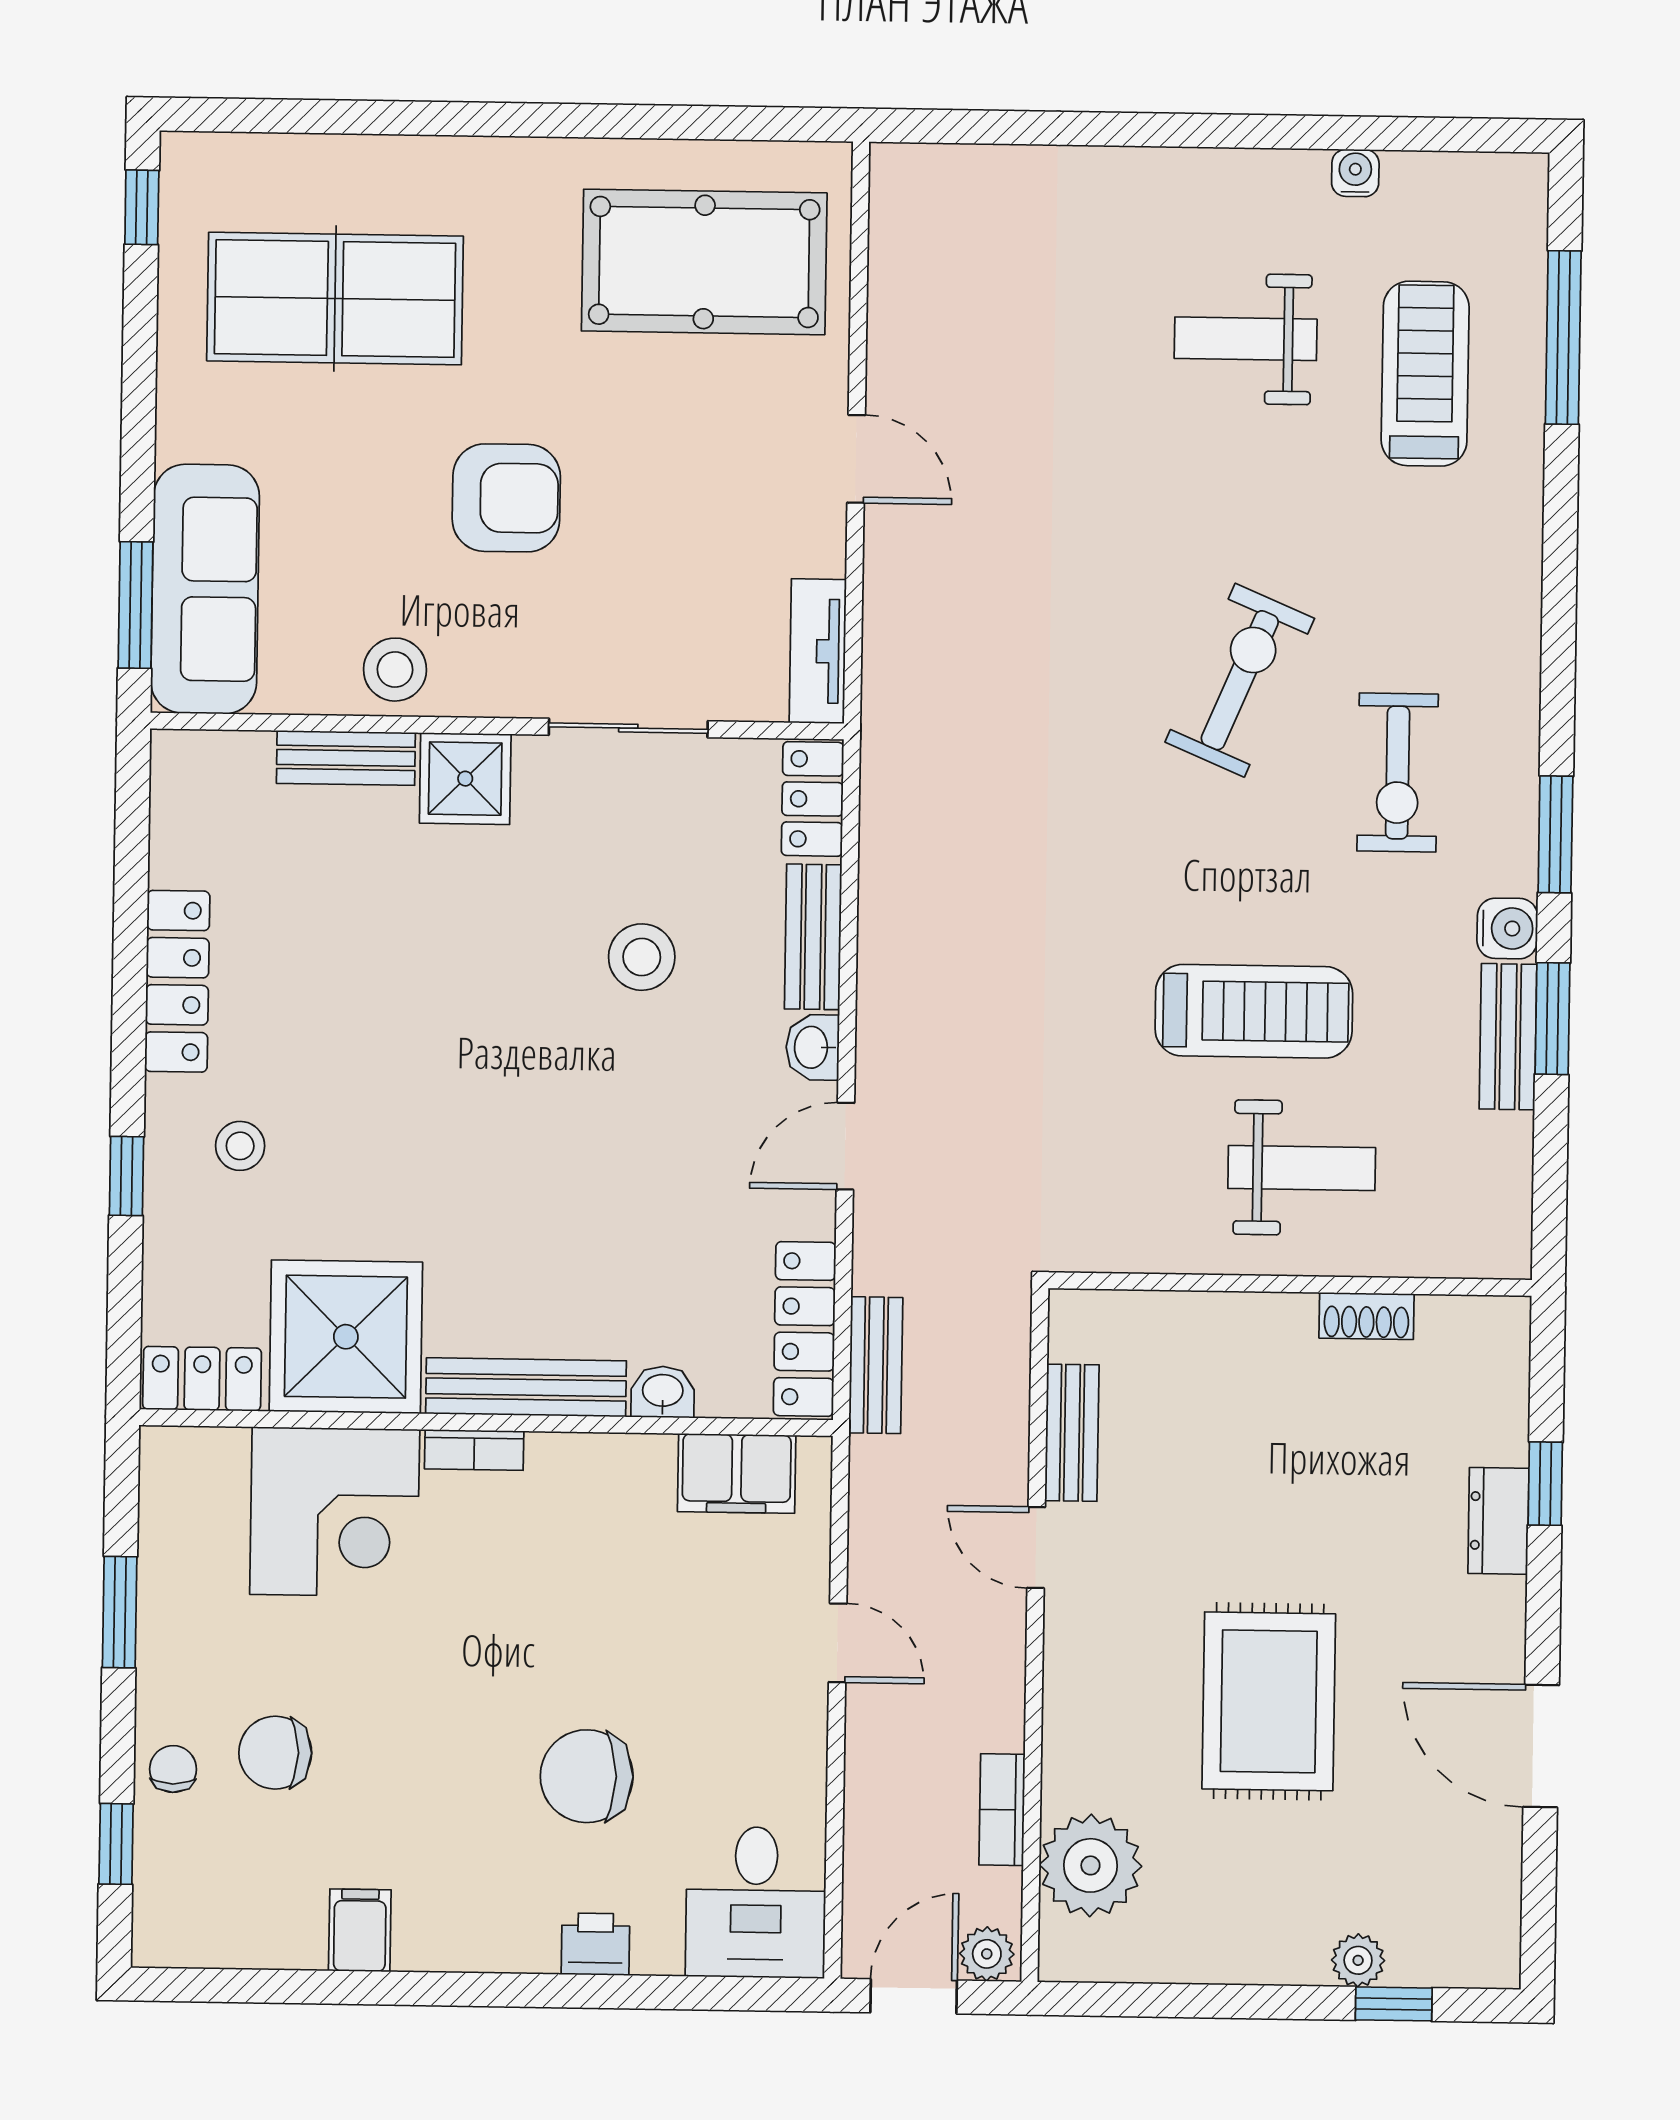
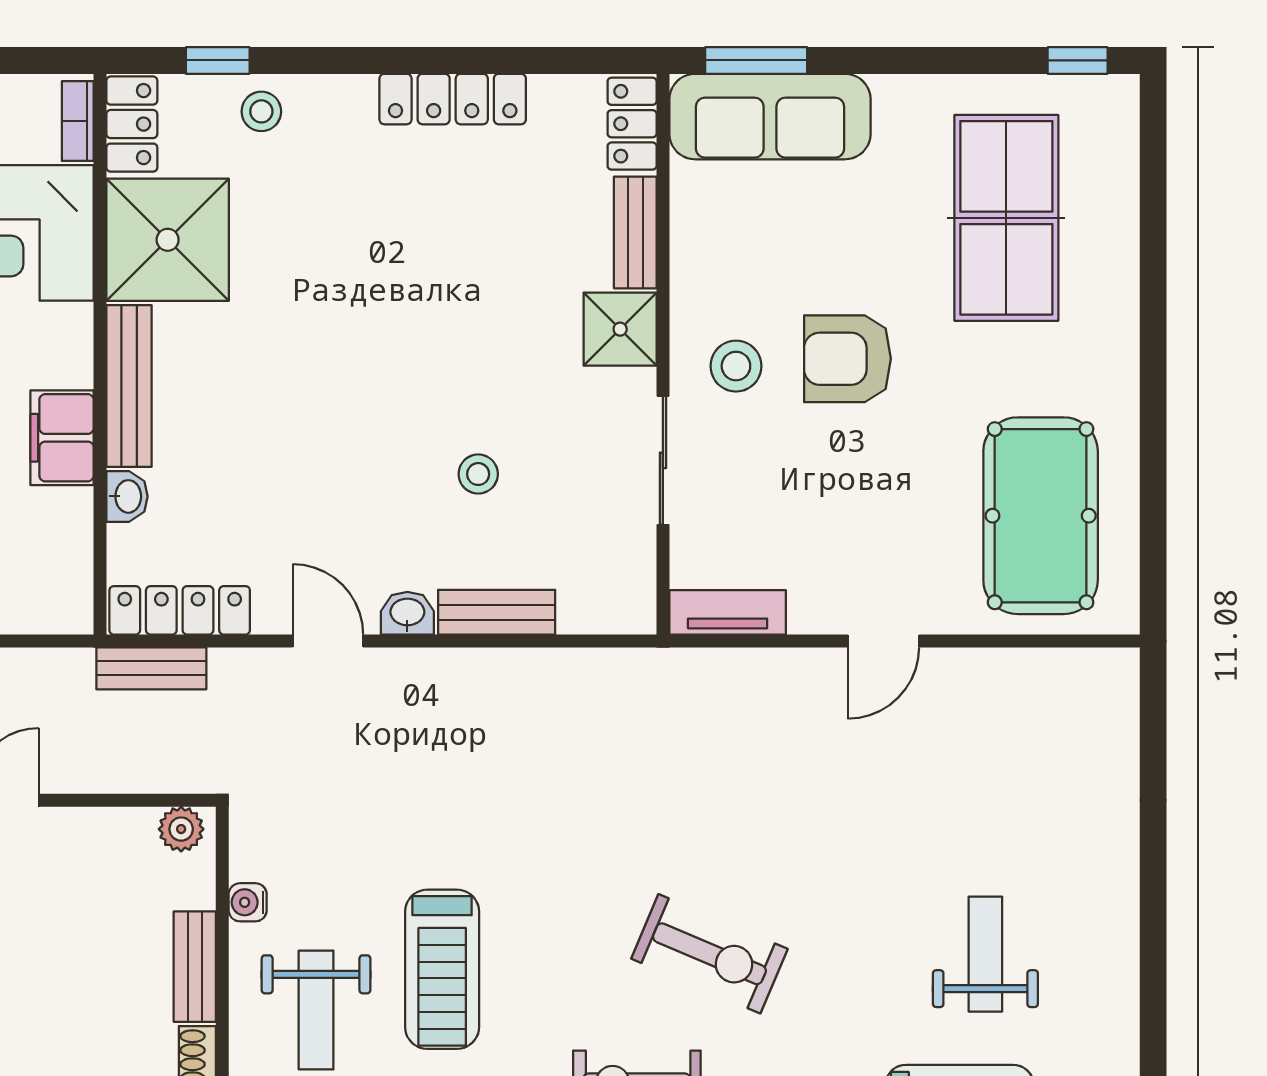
water cooler: (1355, 173) -> (248, 902), moved, turned 180
armchair: (506, 498) -> (847, 359), turned 90
stool: (395, 670) -> (736, 366), moved
locker: (813, 799) -> (632, 124), moved, turned -90
stool: (642, 957) -> (478, 474), width x0.73, depth x0.73
stool: (240, 1146) -> (261, 111), moved
window: (127, 1176) -> (218, 60), moved
plant: (1075, 1331) -> (181, 829), added
bench: (1072, 1433) -> (195, 967), moved, turned 90
bookcase: (474, 1450) -> (78, 121), moved
filing cabinet: (737, 1473) -> (62, 438), moved

